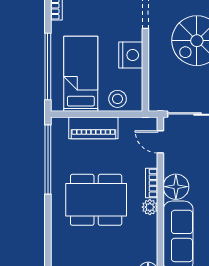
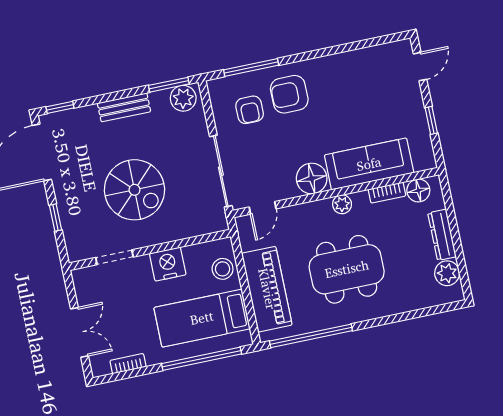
piano: (93, 128) -> (267, 289), width x1.37, depth x1.33
bookcase: (152, 183) -> (387, 193), moved
dining table: (96, 200) -> (347, 269), turned 90

